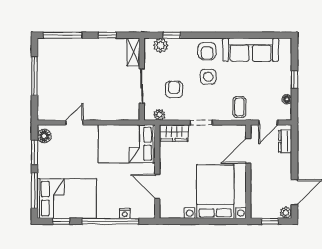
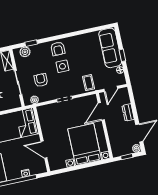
sofa: (251, 50) -> (110, 48), moved, turned 90
wardrobe: (174, 133) -> (47, 110), removed
dresser: (285, 141) -> (128, 112), moved

